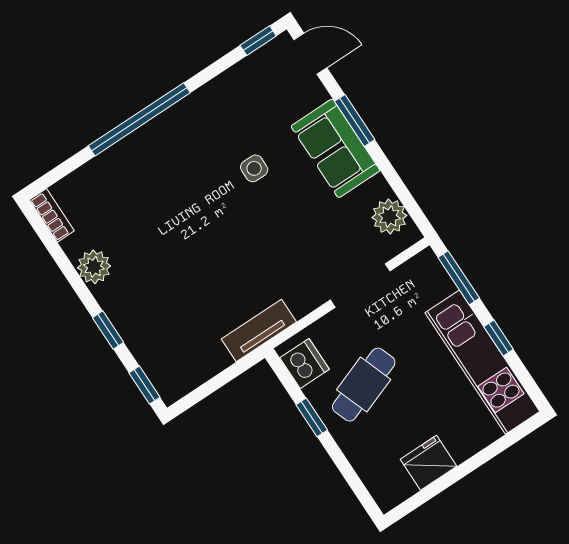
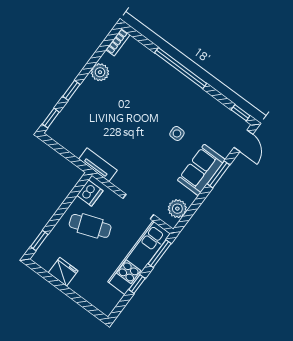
kitchen unit: (482, 362) -> (139, 258), moved
window: (312, 417) -> (39, 240), moved

